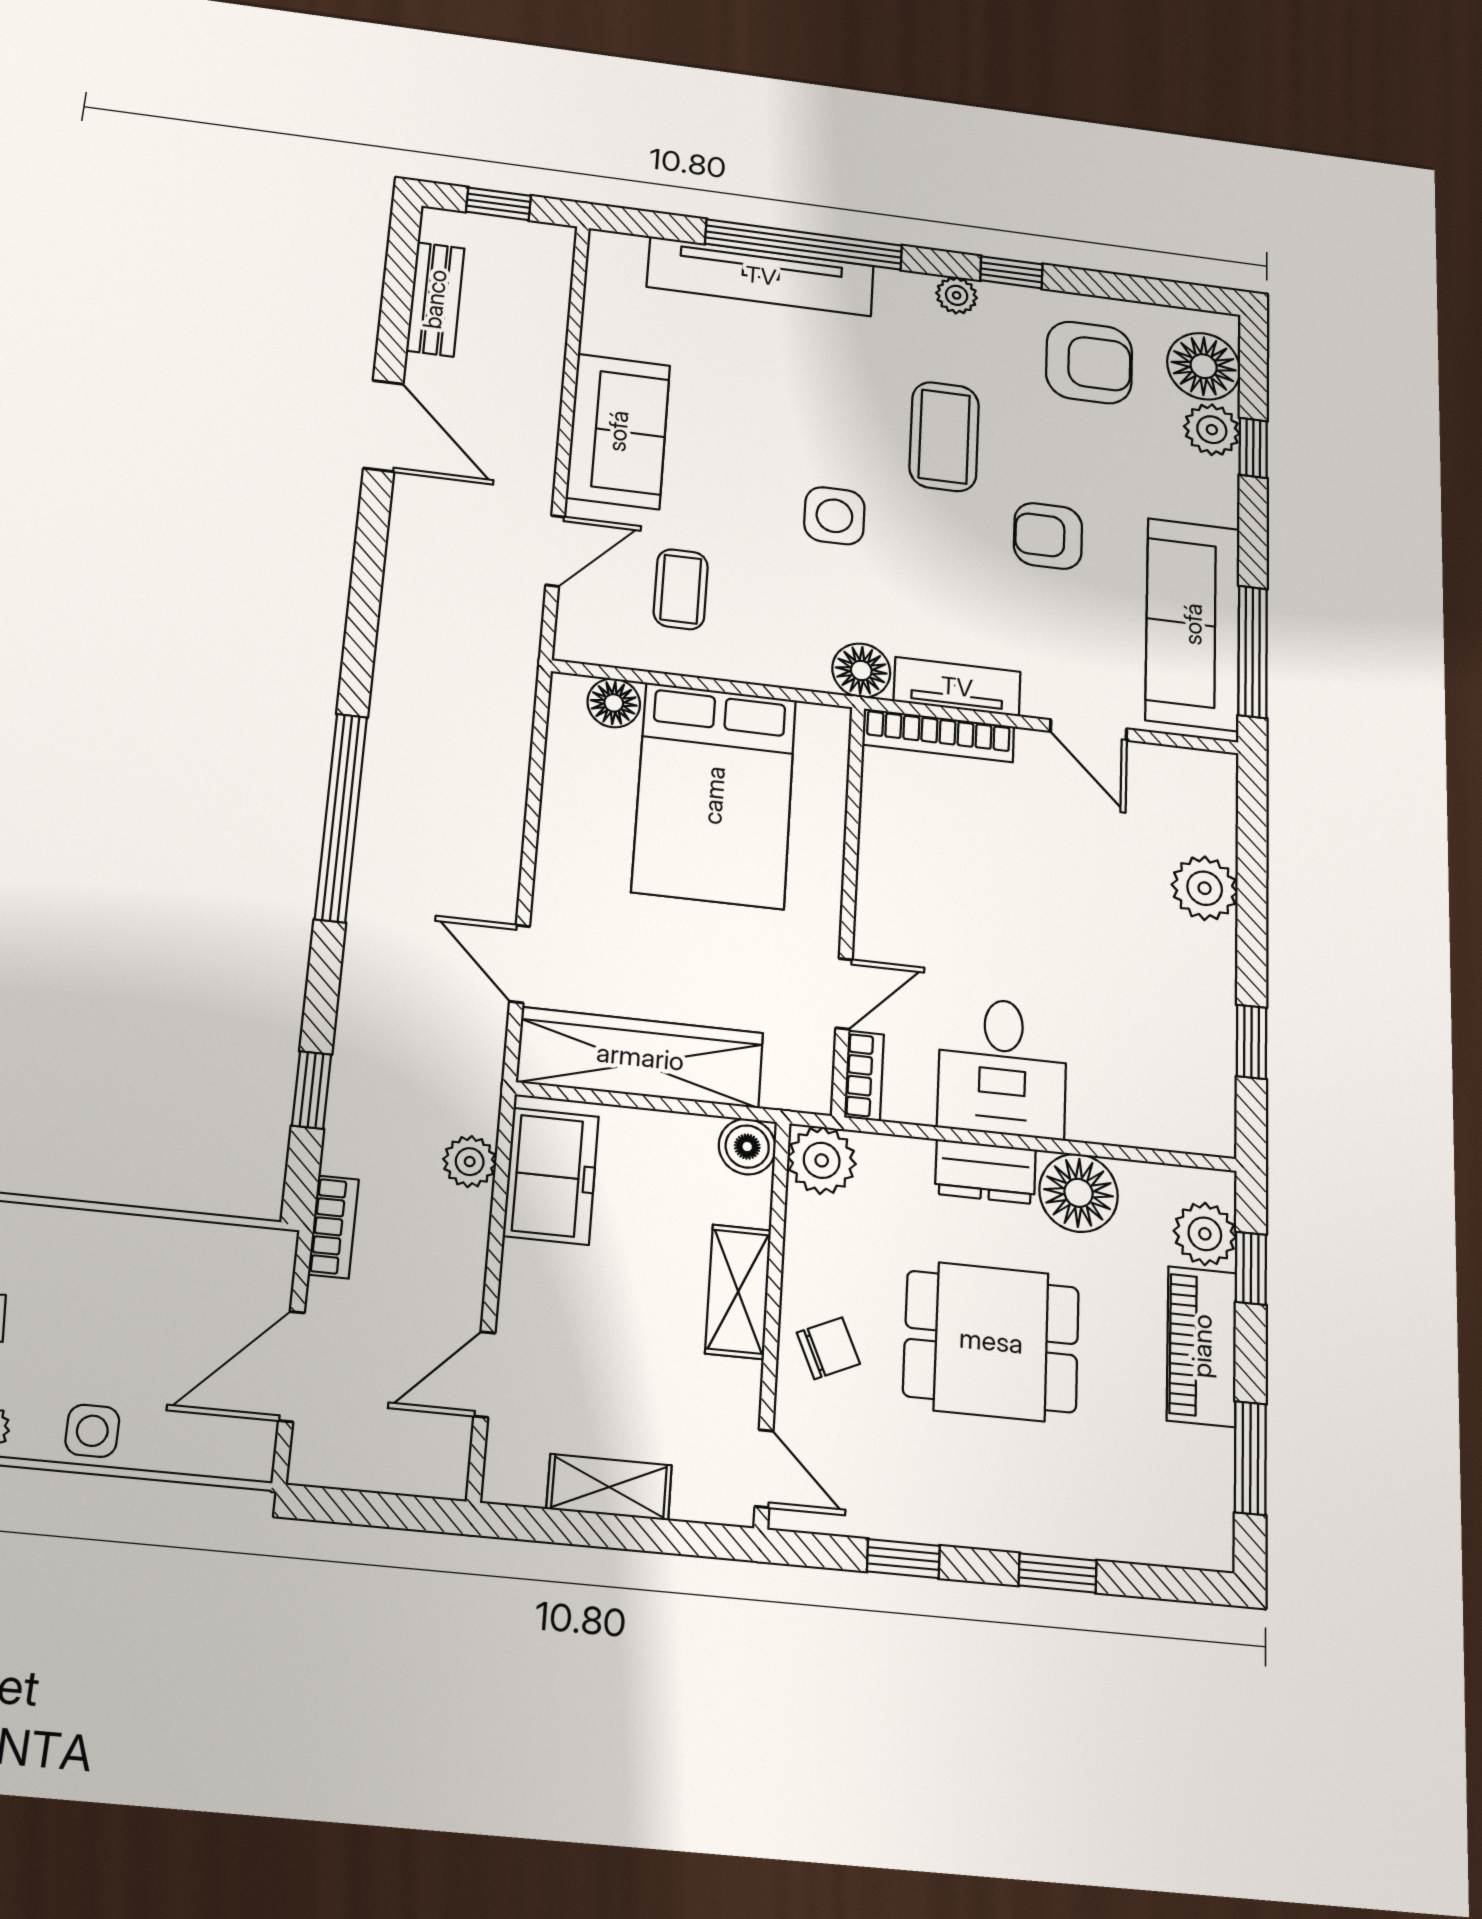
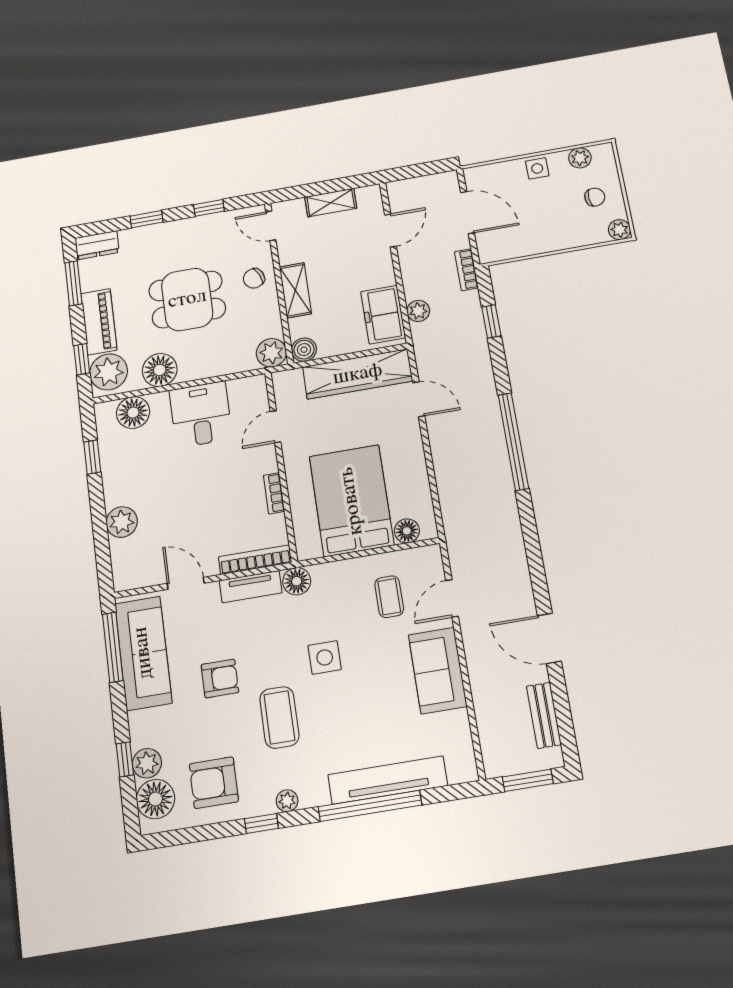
window: (498, 204) -> (528, 780), width x1.50
bookcase: (864, 1076) -> (274, 493), moved
floor lamp: (1151, 1114) -> (133, 413), added
dresser: (985, 1172) -> (97, 245), moved, turned 180
plant: (1205, 1234) -> (109, 372), width x1.36, depth x1.36
door: (291, 1366) -> (467, 213), hinge flipped

